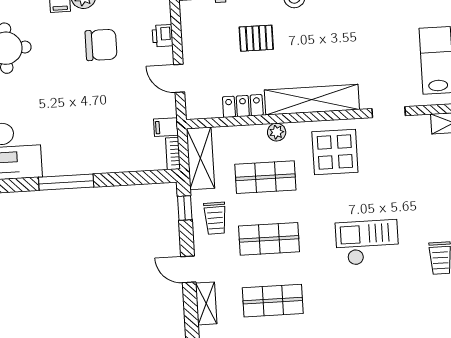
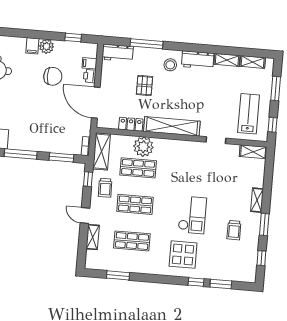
pallet: (256, 38) -> (144, 86), turned 90
door: (179, 78) -> (96, 103), width x1.87
filing cabinet: (166, 127) -> (89, 63), moved
plant: (277, 132) -> (143, 147), width x1.88, depth x1.88
display table: (335, 152) -> (183, 255), moved
window: (135, 178) -> (61, 157), added
checkout: (367, 243) -> (192, 215), turned 90

